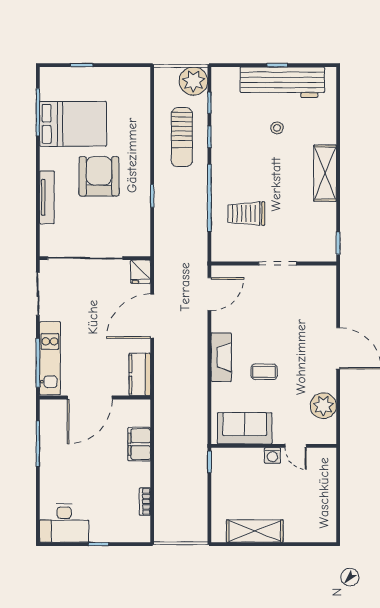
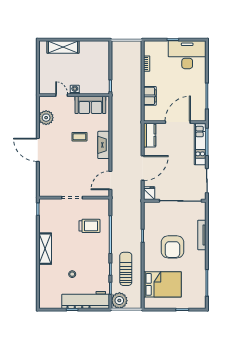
workbench: (282, 82) -> (86, 300), moved
bed: (73, 124) -> (162, 284), moved, turned 180
desk: (64, 523) -> (187, 55), width x1.36, depth x1.30
shelving: (255, 531) -> (63, 47), moved

